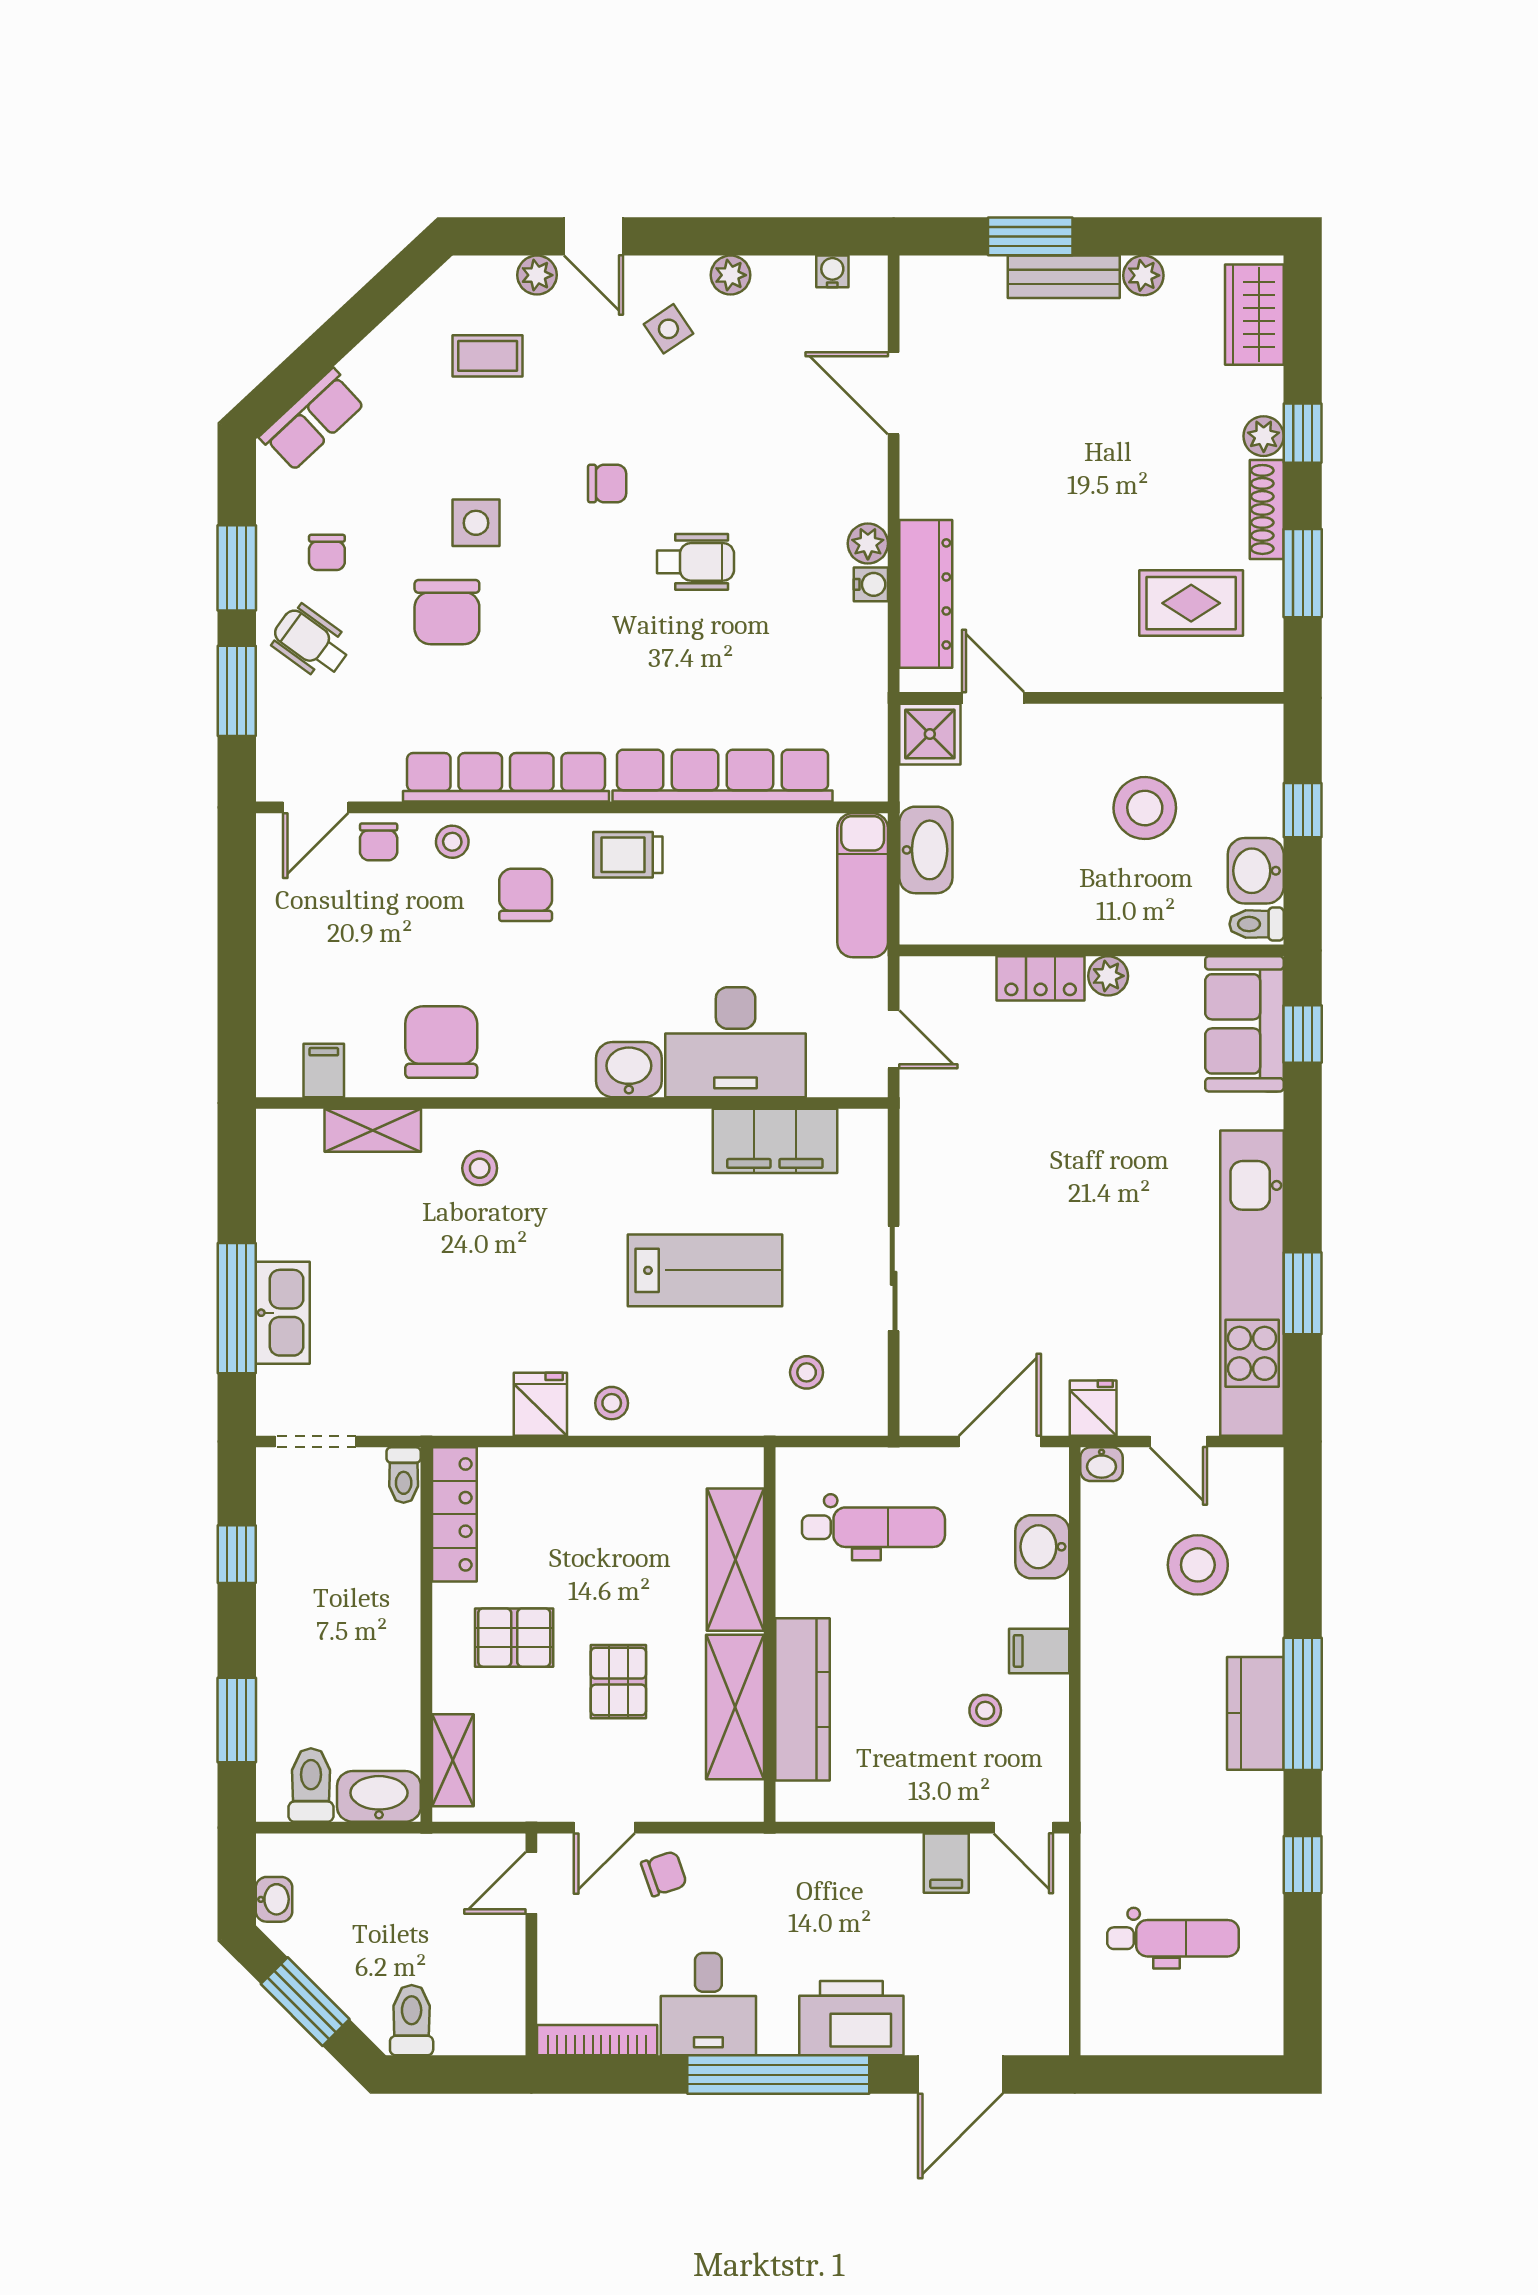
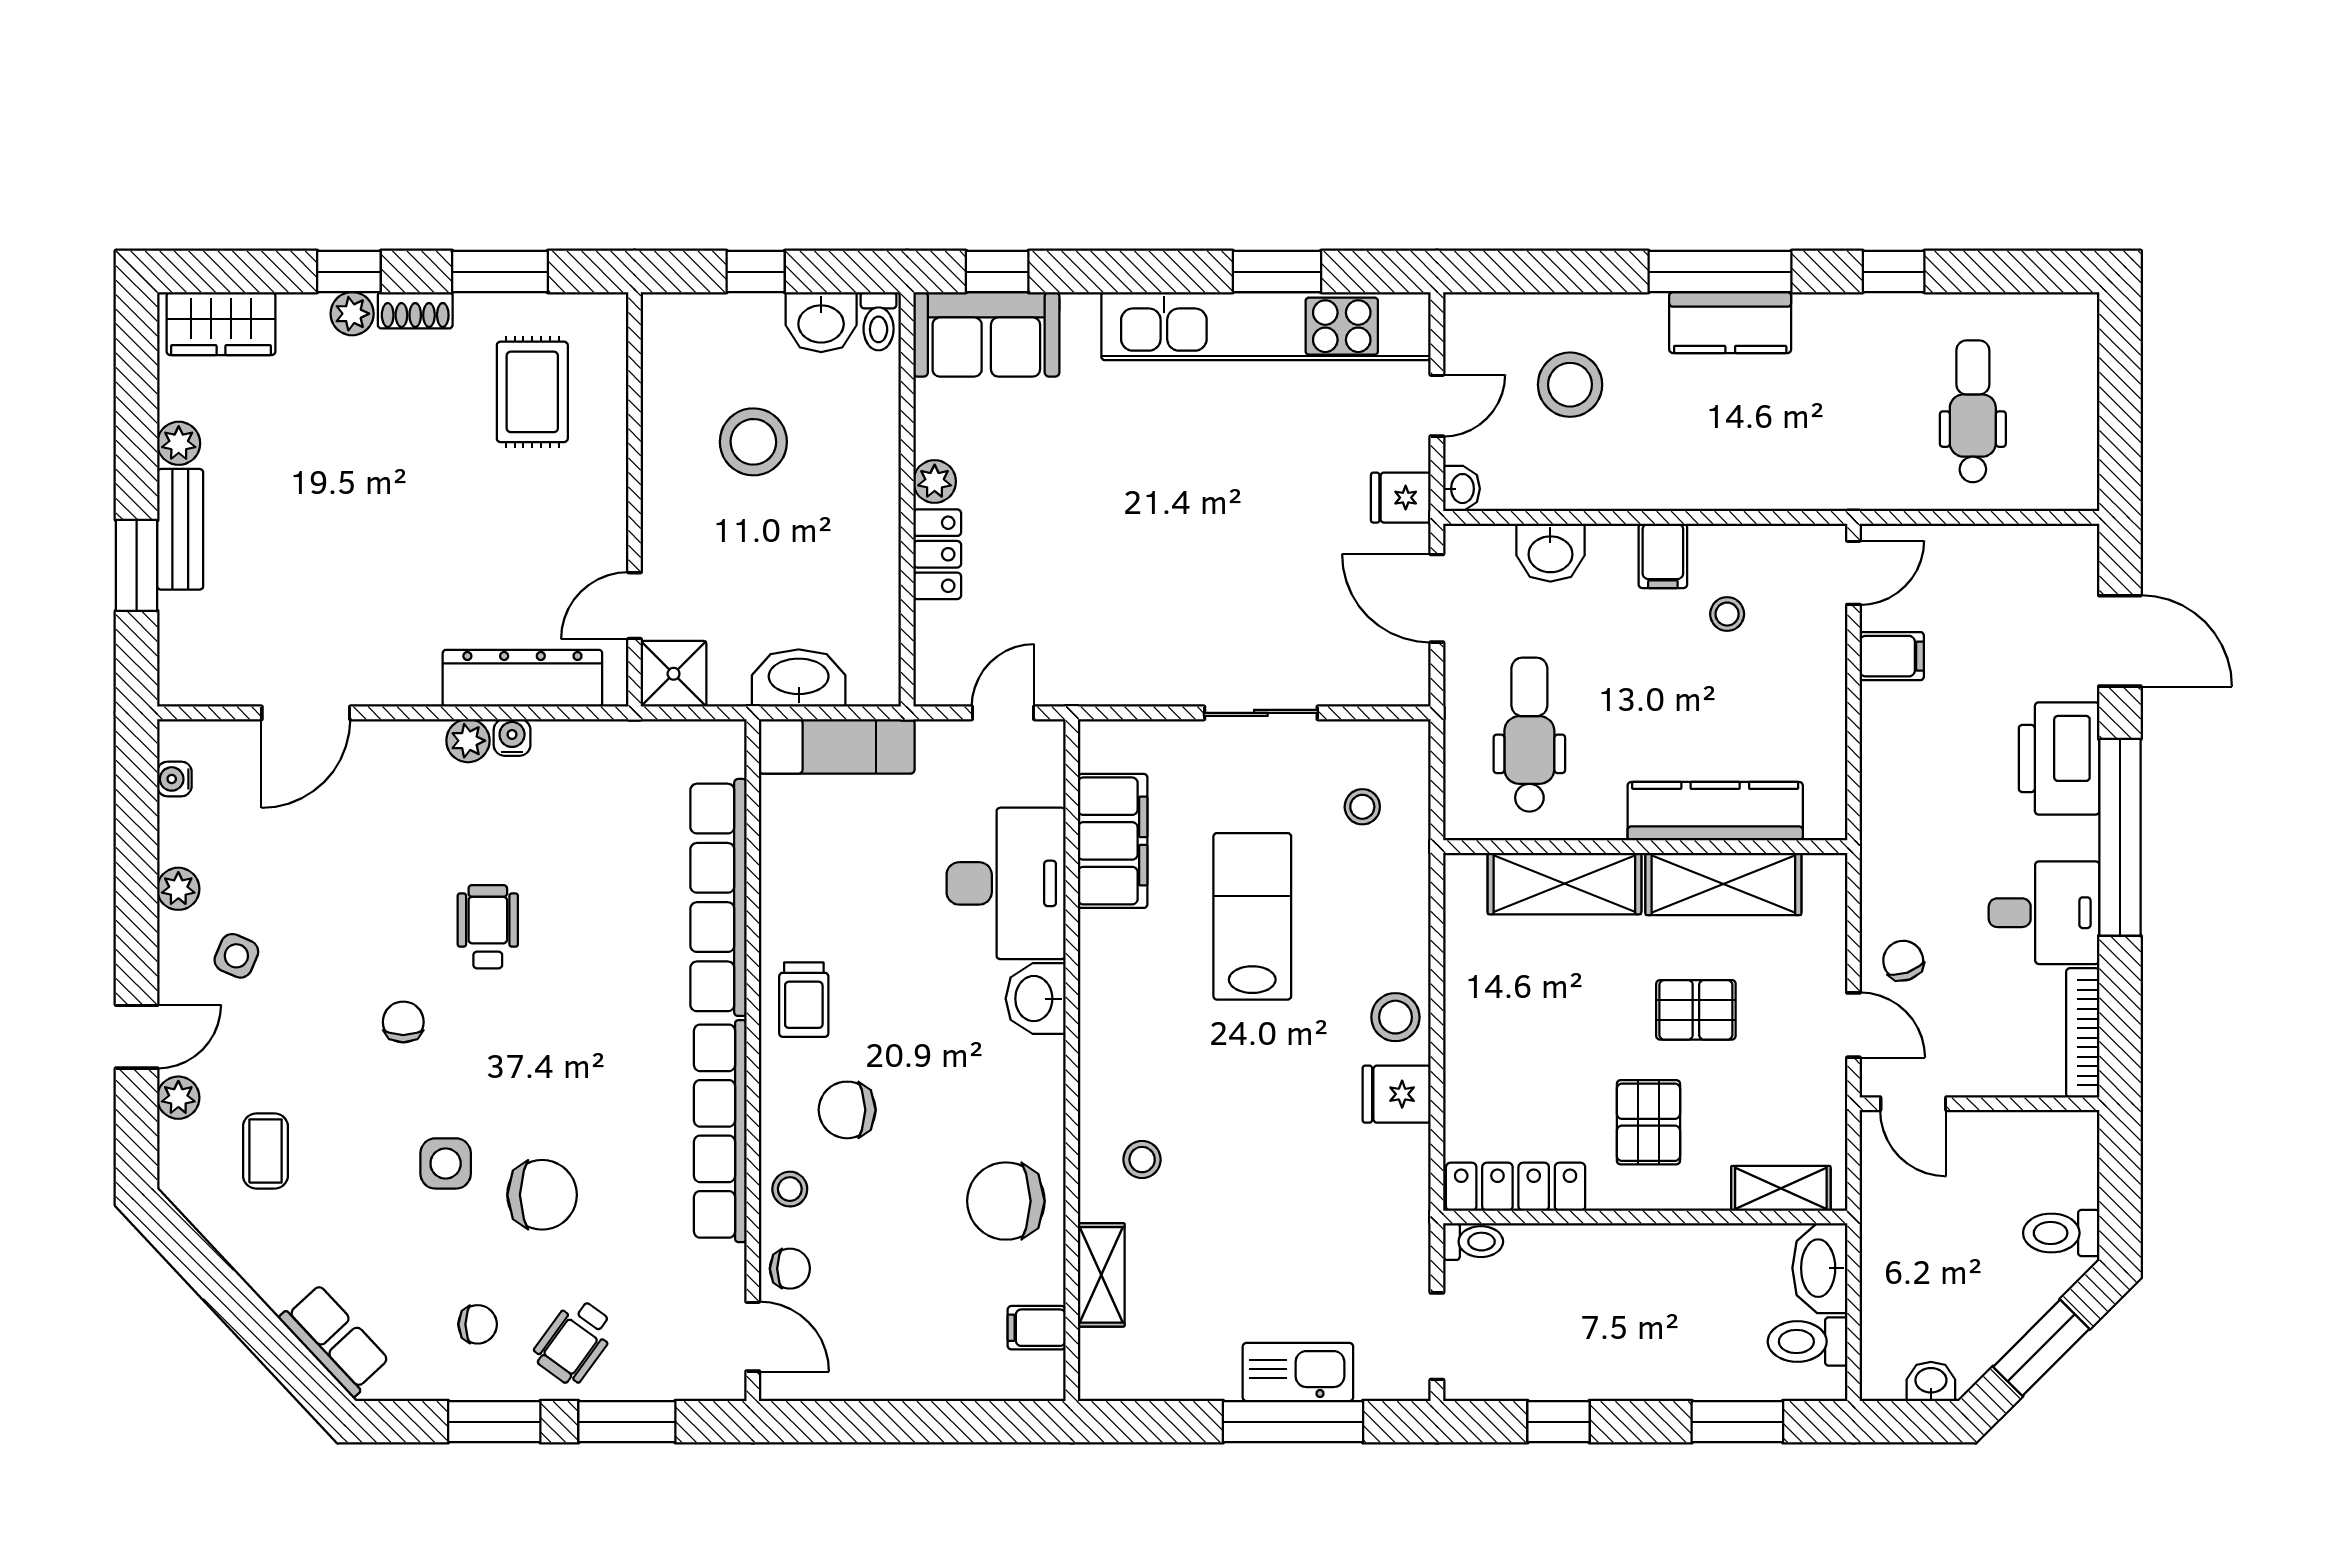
side table: (668, 329) -> (236, 956), turned -33
shoe rack: (1267, 509) -> (415, 310), width x0.70
stool: (612, 1403) -> (1395, 1017), width x1.37, depth x1.37

